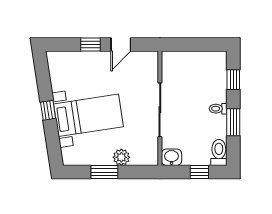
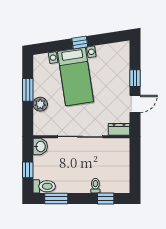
door: (121, 45) -> (135, 104), swing flipped
dresser: (151, 64) -> (119, 129), added
toilet: (218, 109) -> (95, 186), moved
window: (233, 122) -> (56, 198), moved

